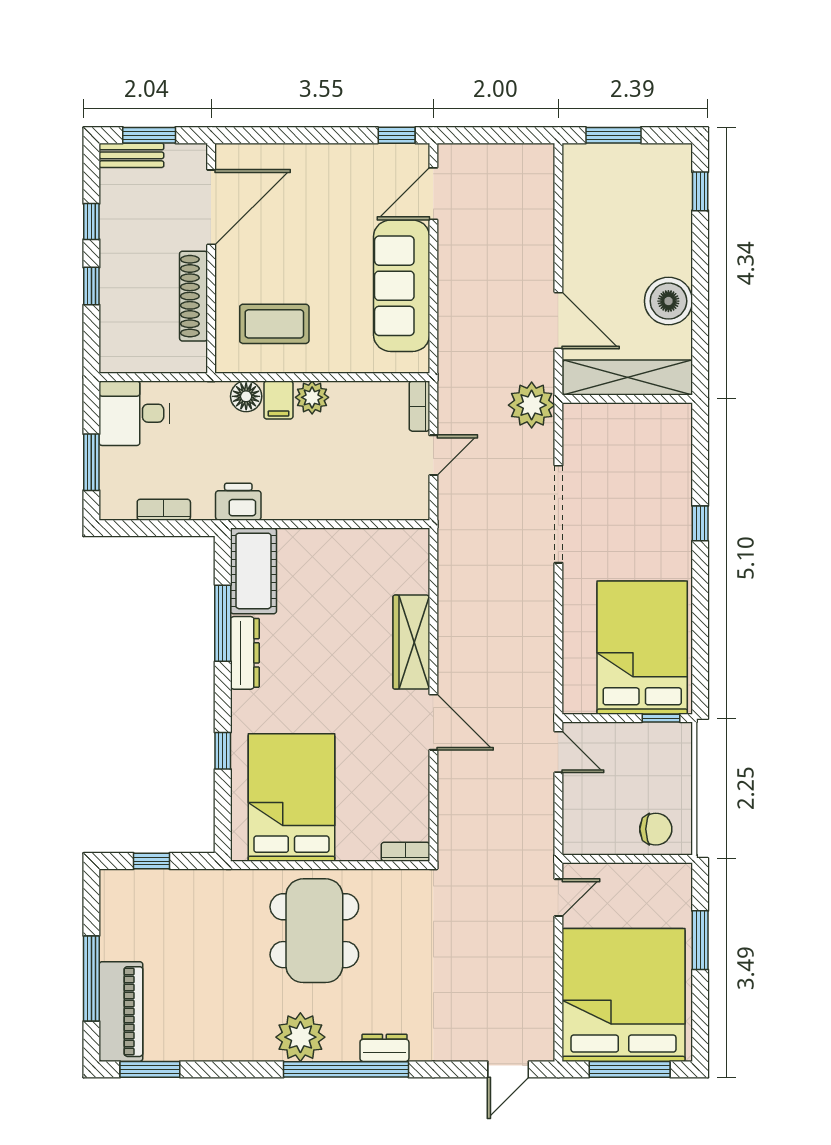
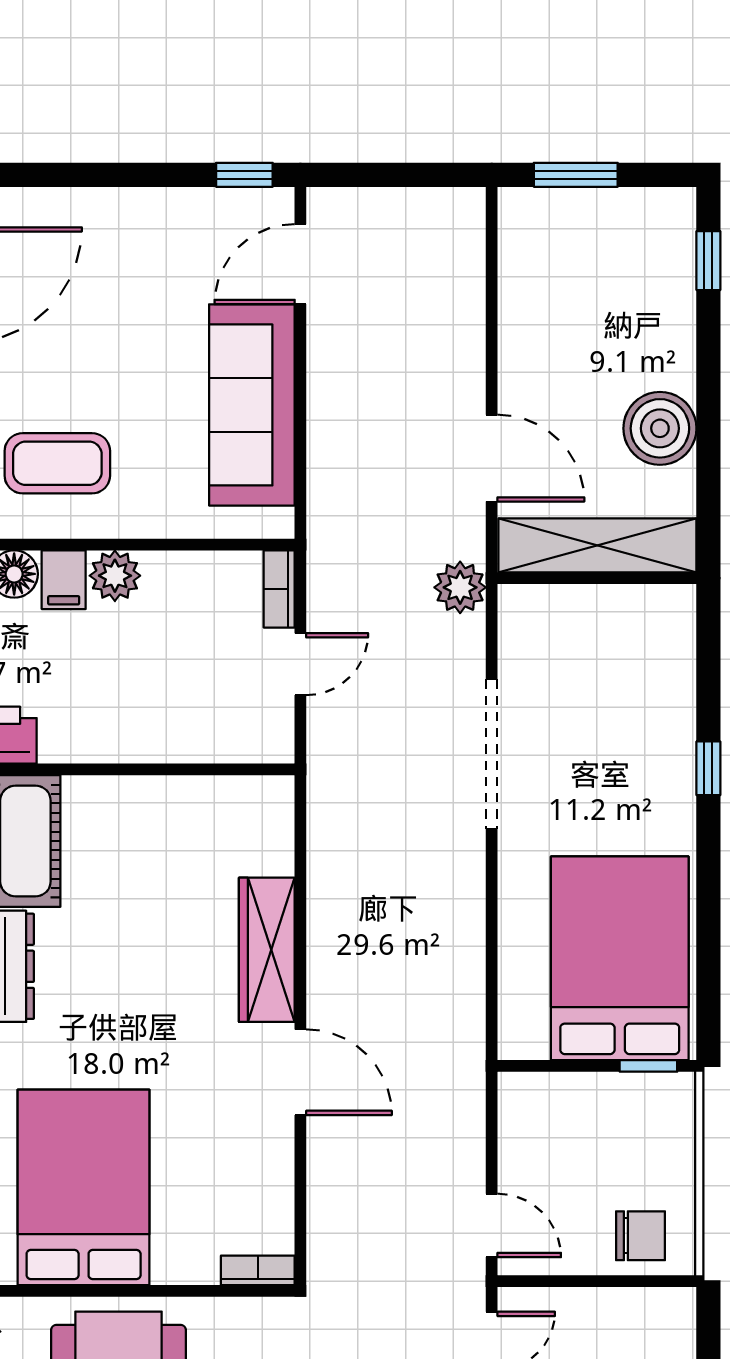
plant: (532, 405) -> (460, 587), width x0.73, depth x0.73
door: (558, 752) -> (492, 1225), moved

